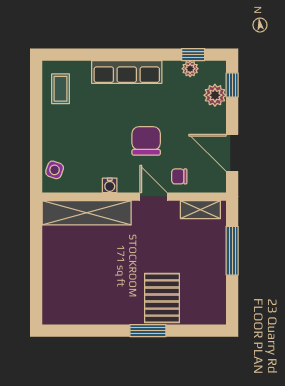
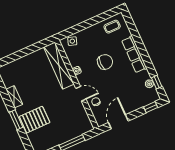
plant: (215, 95) -> (142, 101), removed
chair: (146, 141) -> (105, 62), moved
door: (154, 197) -> (81, 94), hinge flipped
shelving: (200, 210) -> (14, 97), moved

